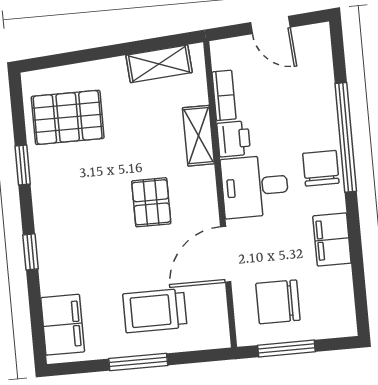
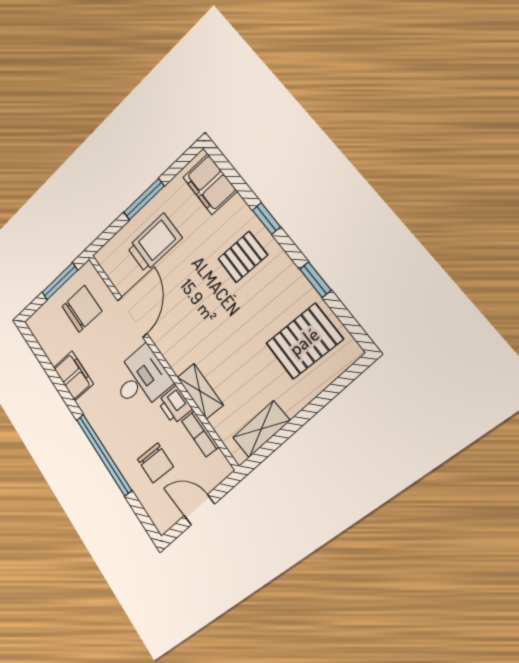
chair: (321, 168) -> (155, 463), moved
pallet: (151, 202) -> (243, 257), moved, turned 90

